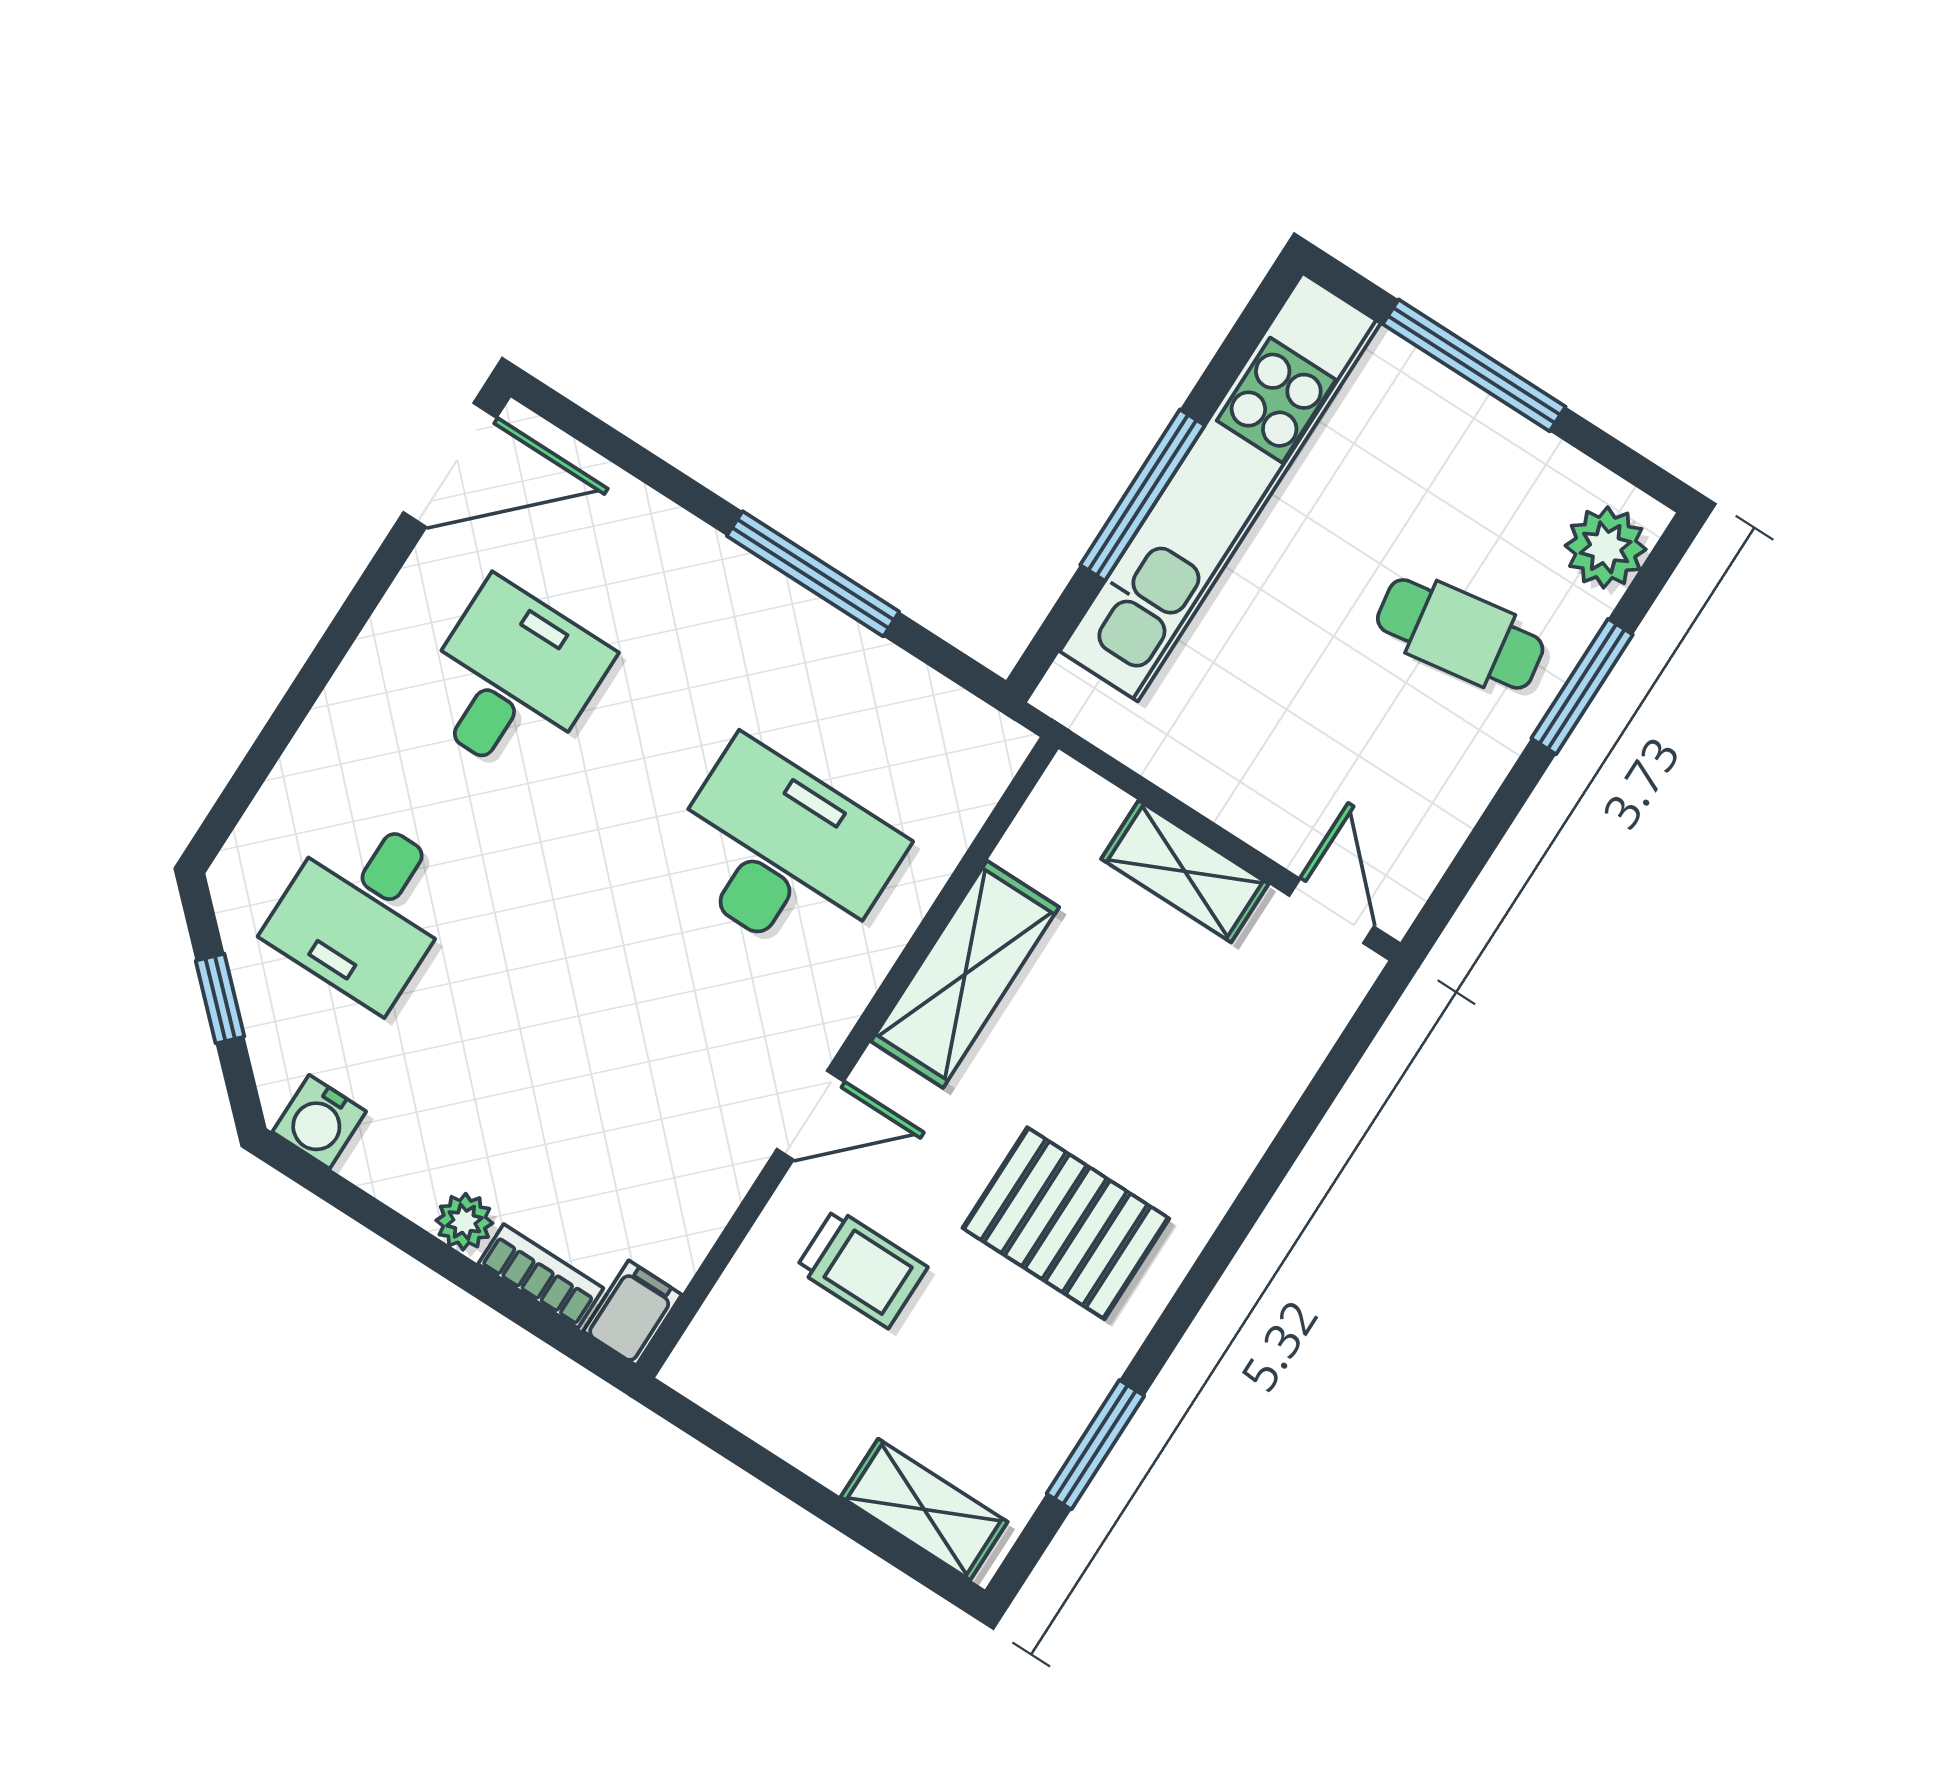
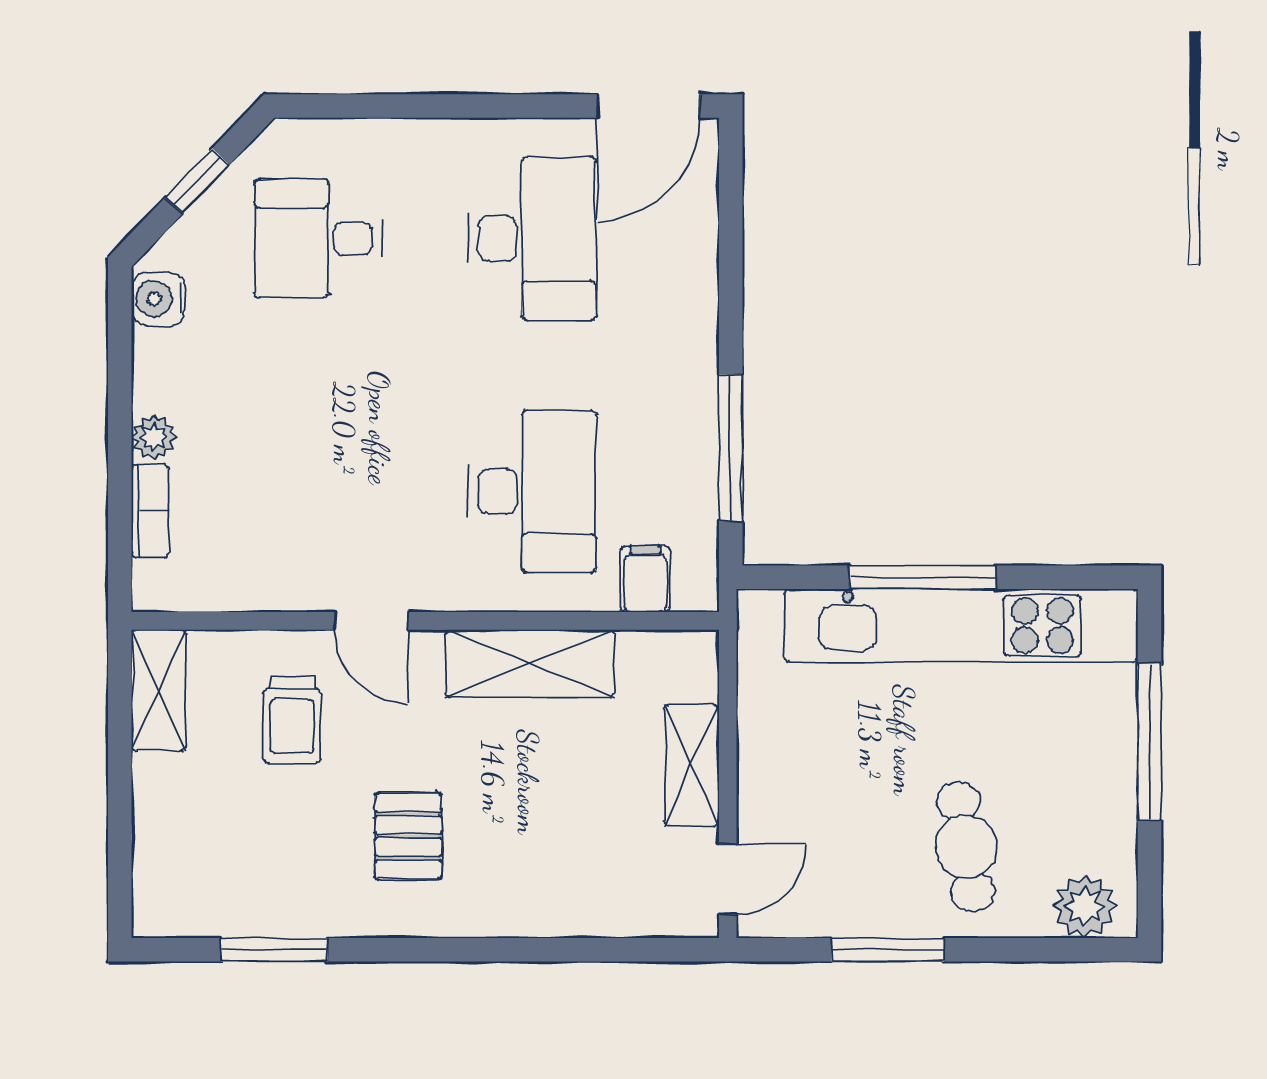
door: (450, 465) -> (648, 106), hinge flipped
window: (813, 574) -> (731, 448), moved
desk: (512, 680) -> (532, 239), width x1.37
window: (1582, 687) -> (888, 950), moved
pallet: (1066, 1223) -> (408, 836), width x0.67, depth x0.71
filing cabinet: (632, 1313) -> (645, 579), moved, turned -90
shelving: (924, 1509) -> (159, 690), moved

